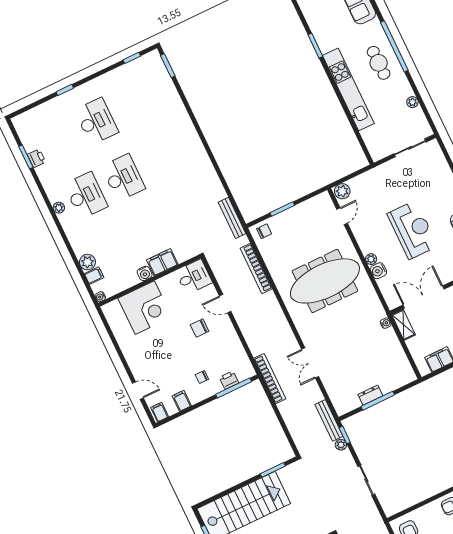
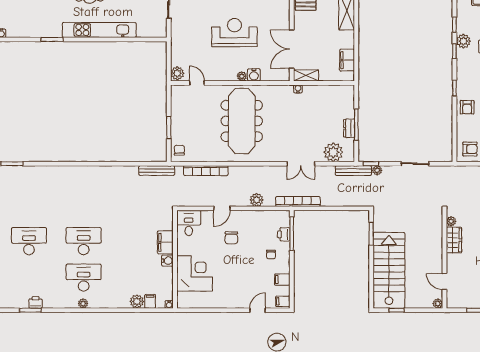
plant: (251, 335) -> (257, 200), added
plant: (338, 391) -> (333, 152), added

